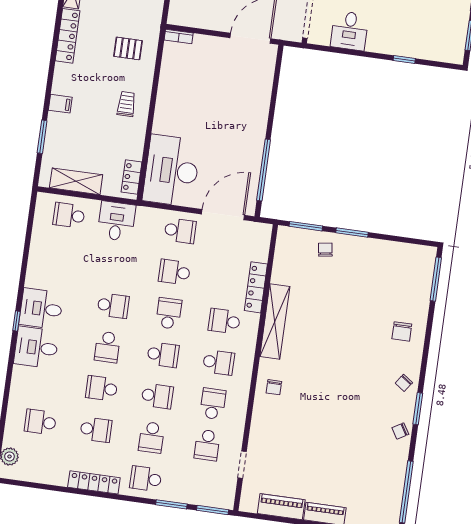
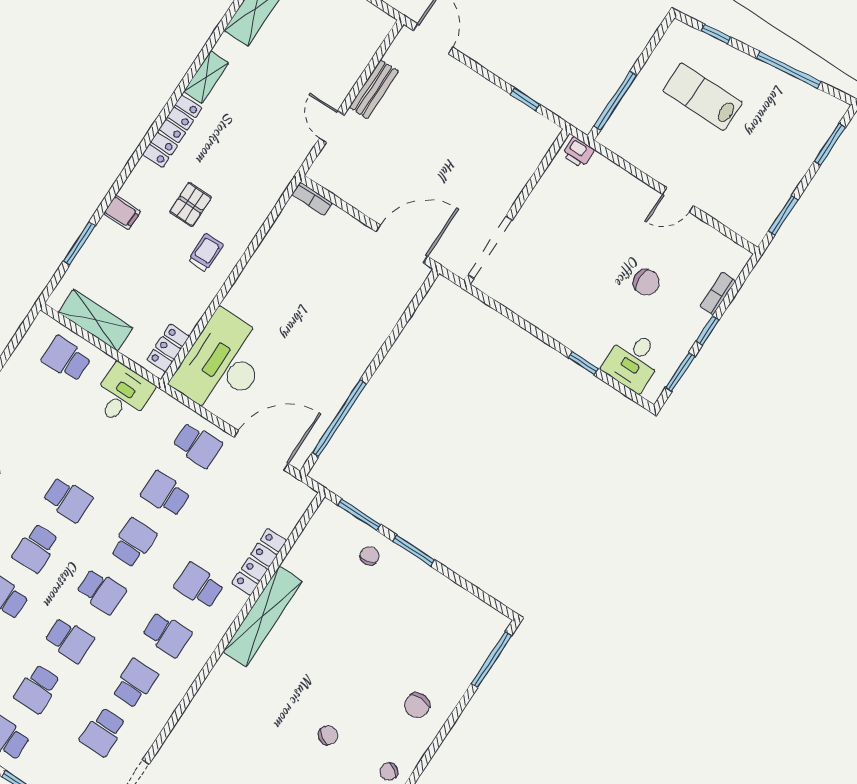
desk: (349, 31) -> (633, 361), moved
pallet: (128, 48) -> (190, 204), moved, turned 90
chair: (274, 387) -> (328, 735), moved, turned -144

